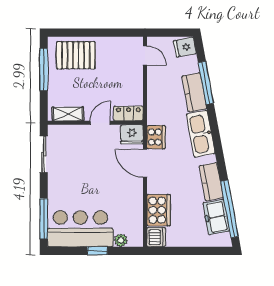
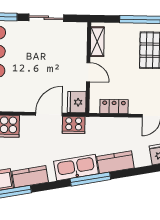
window: (206, 83) -> (90, 179), moved
locker: (128, 113) -> (114, 106), moved, turned -90
sliding door: (44, 154) -> (46, 18), moved

